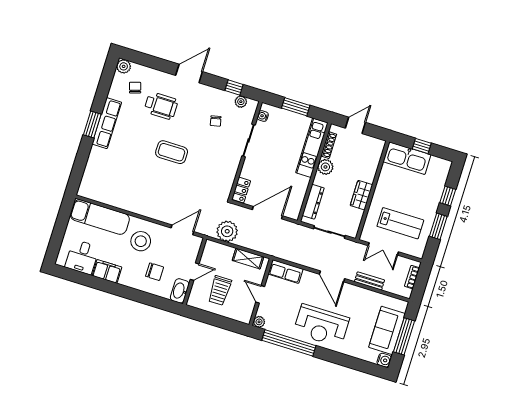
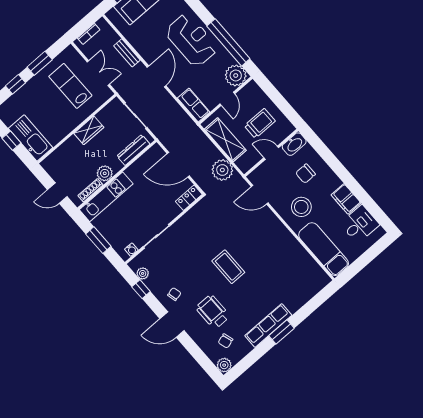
chair: (216, 121) -> (174, 294), moved
shelving: (248, 259) -> (225, 140), width x1.50, depth x1.33
chair: (155, 272) -> (305, 174), turned -90
plant: (259, 322) -> (236, 75), width x1.88, depth x1.88

